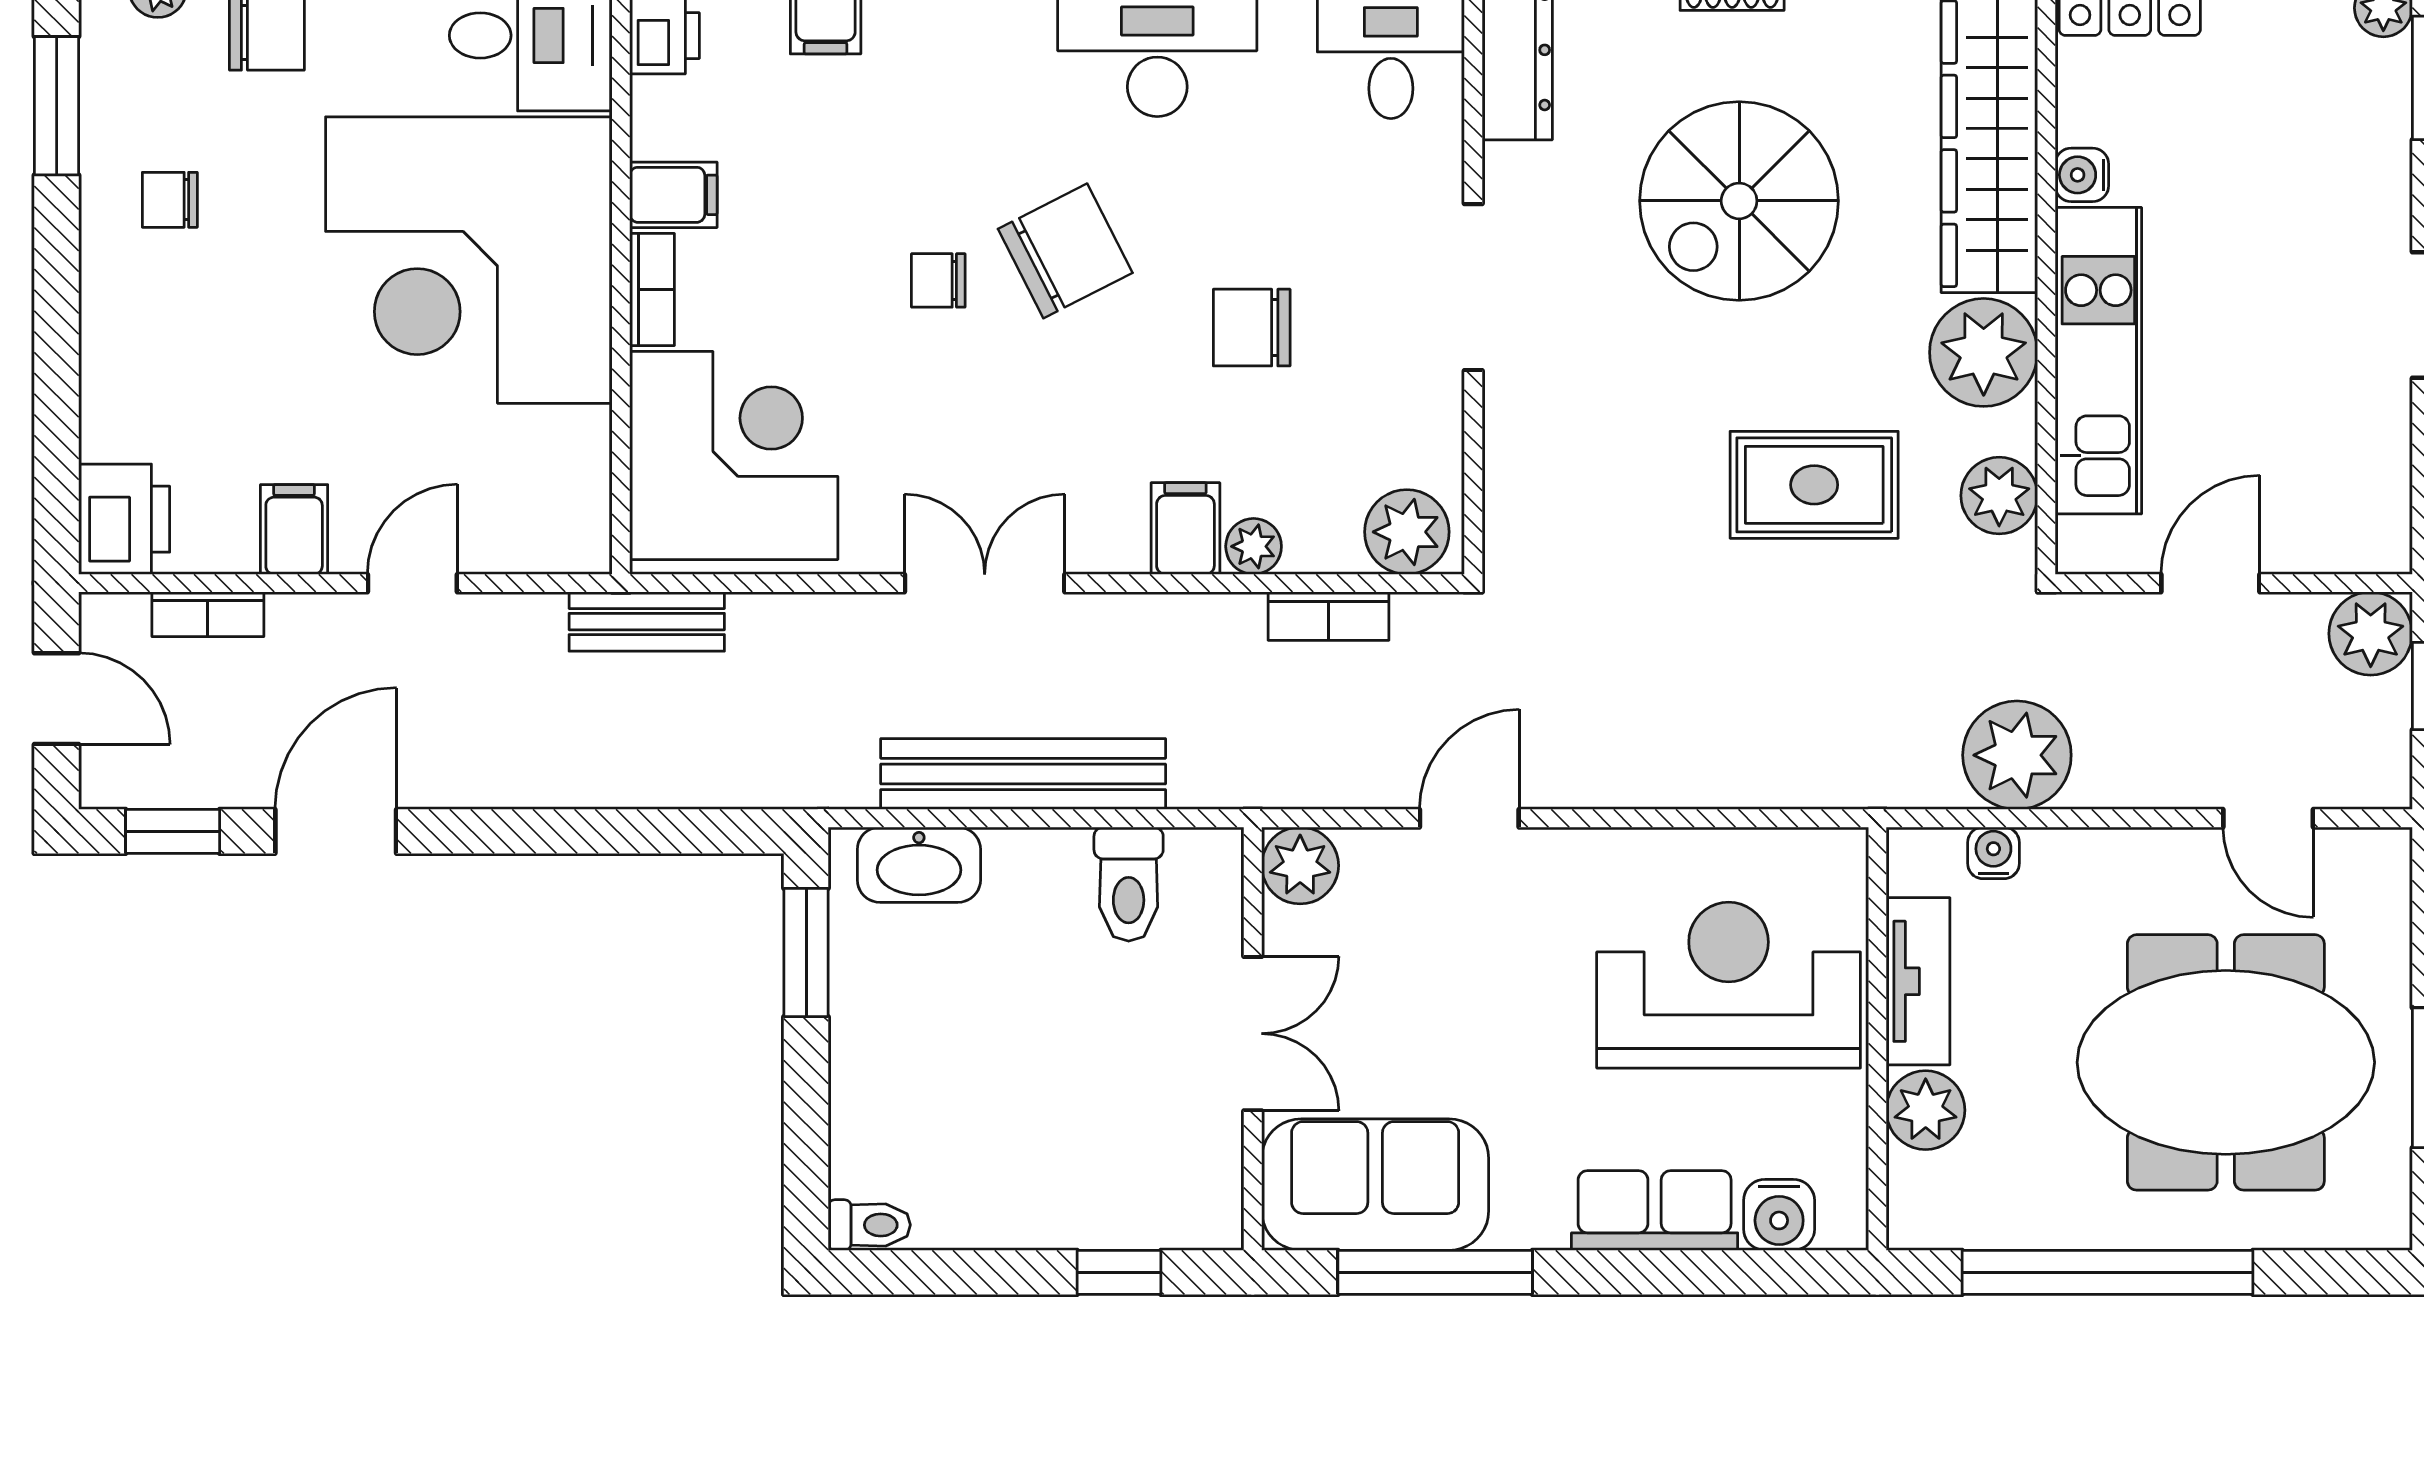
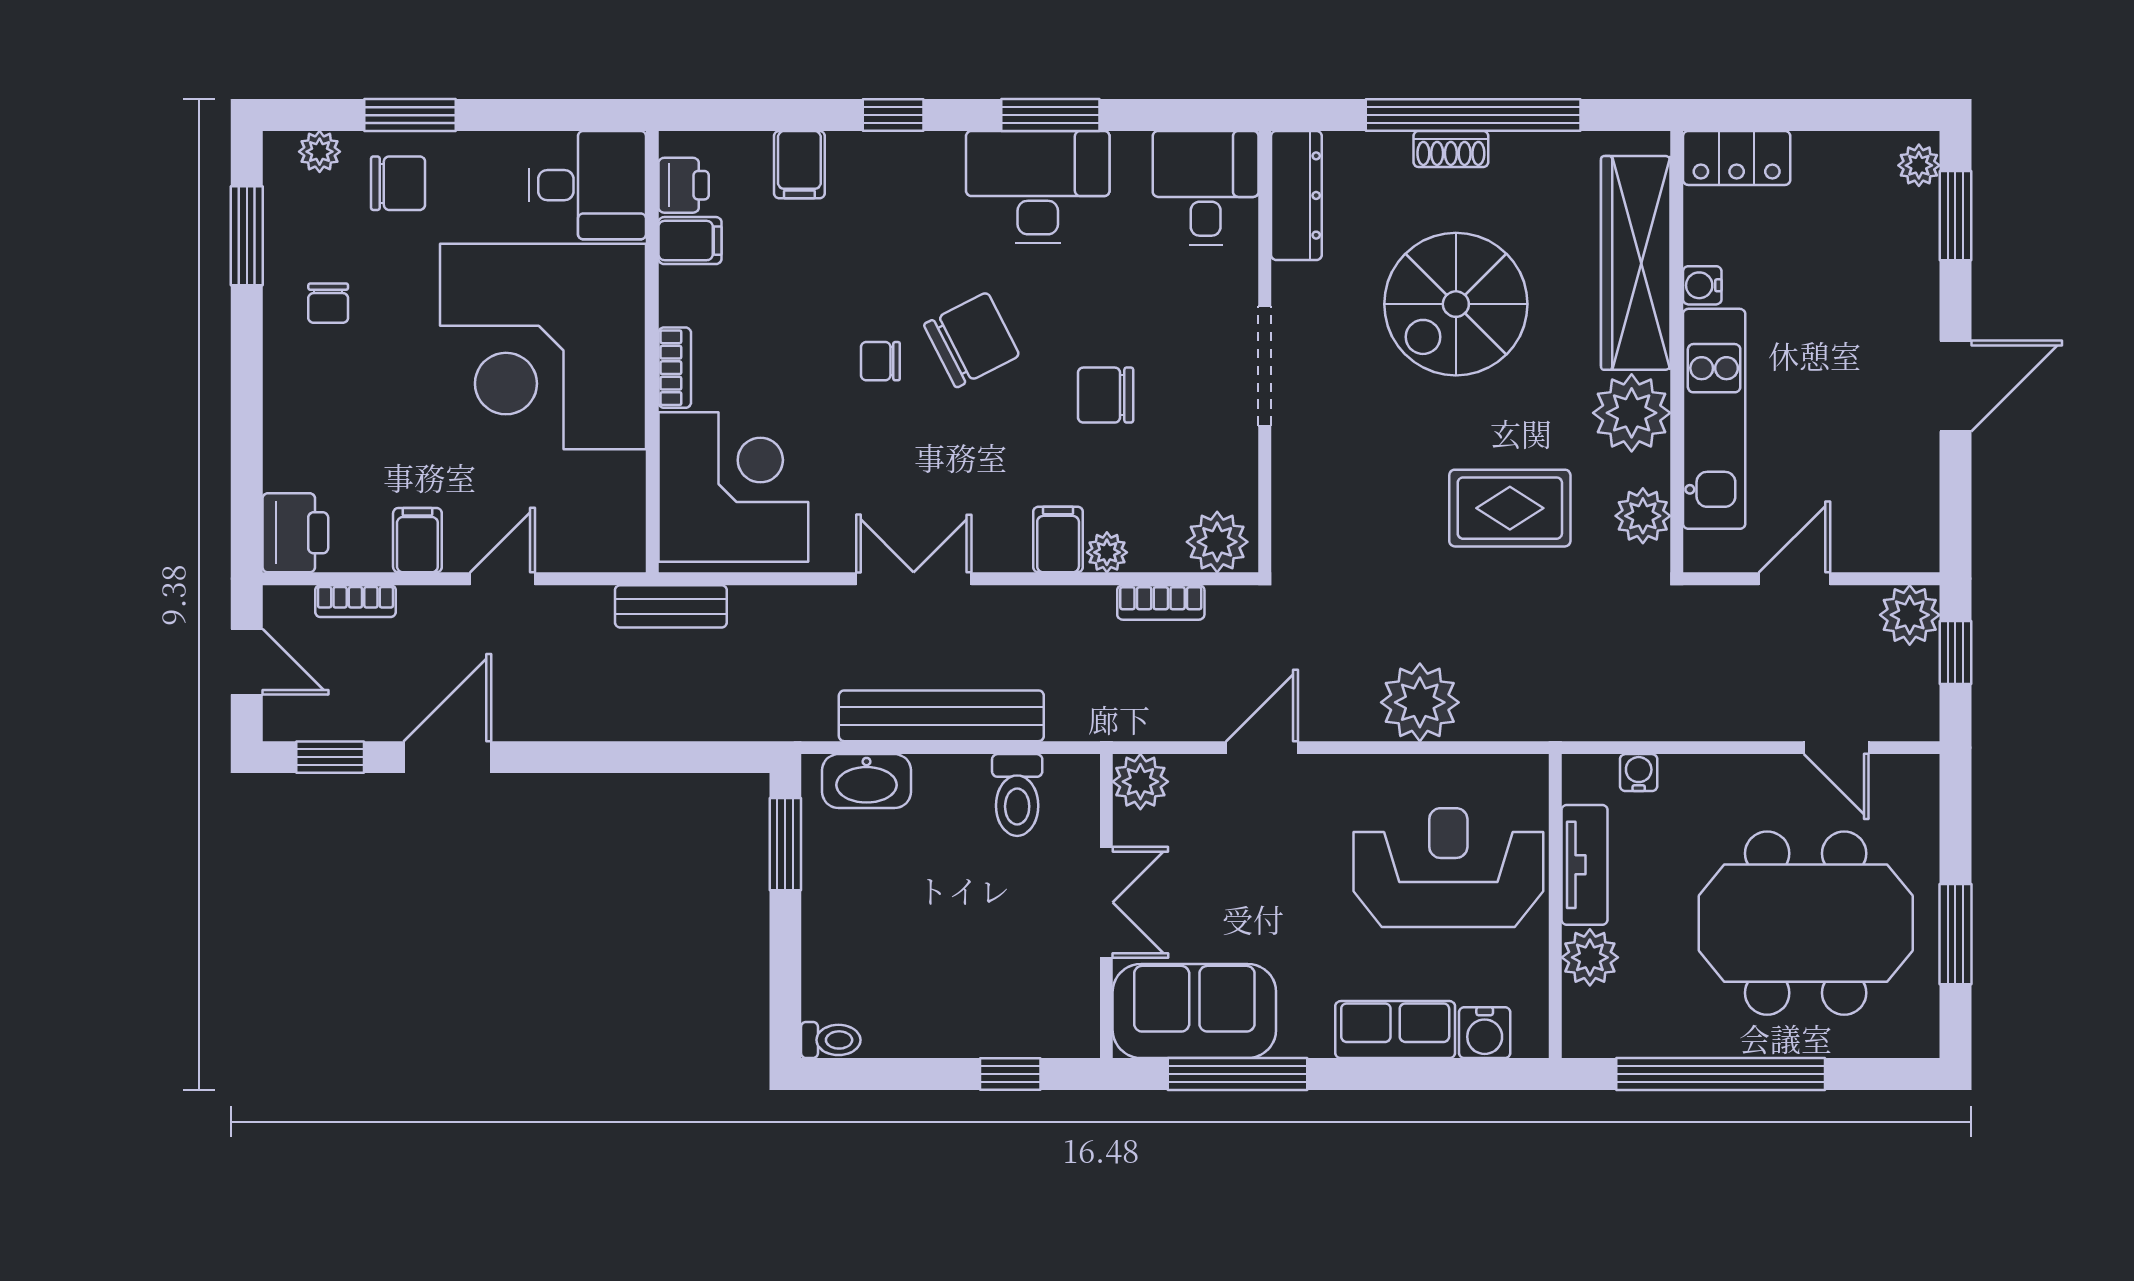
filing cabinet: (673, 195) -> (690, 241), moved
chair: (170, 200) -> (328, 303), turned -90
plant: (2017, 755) -> (1420, 702), moved

